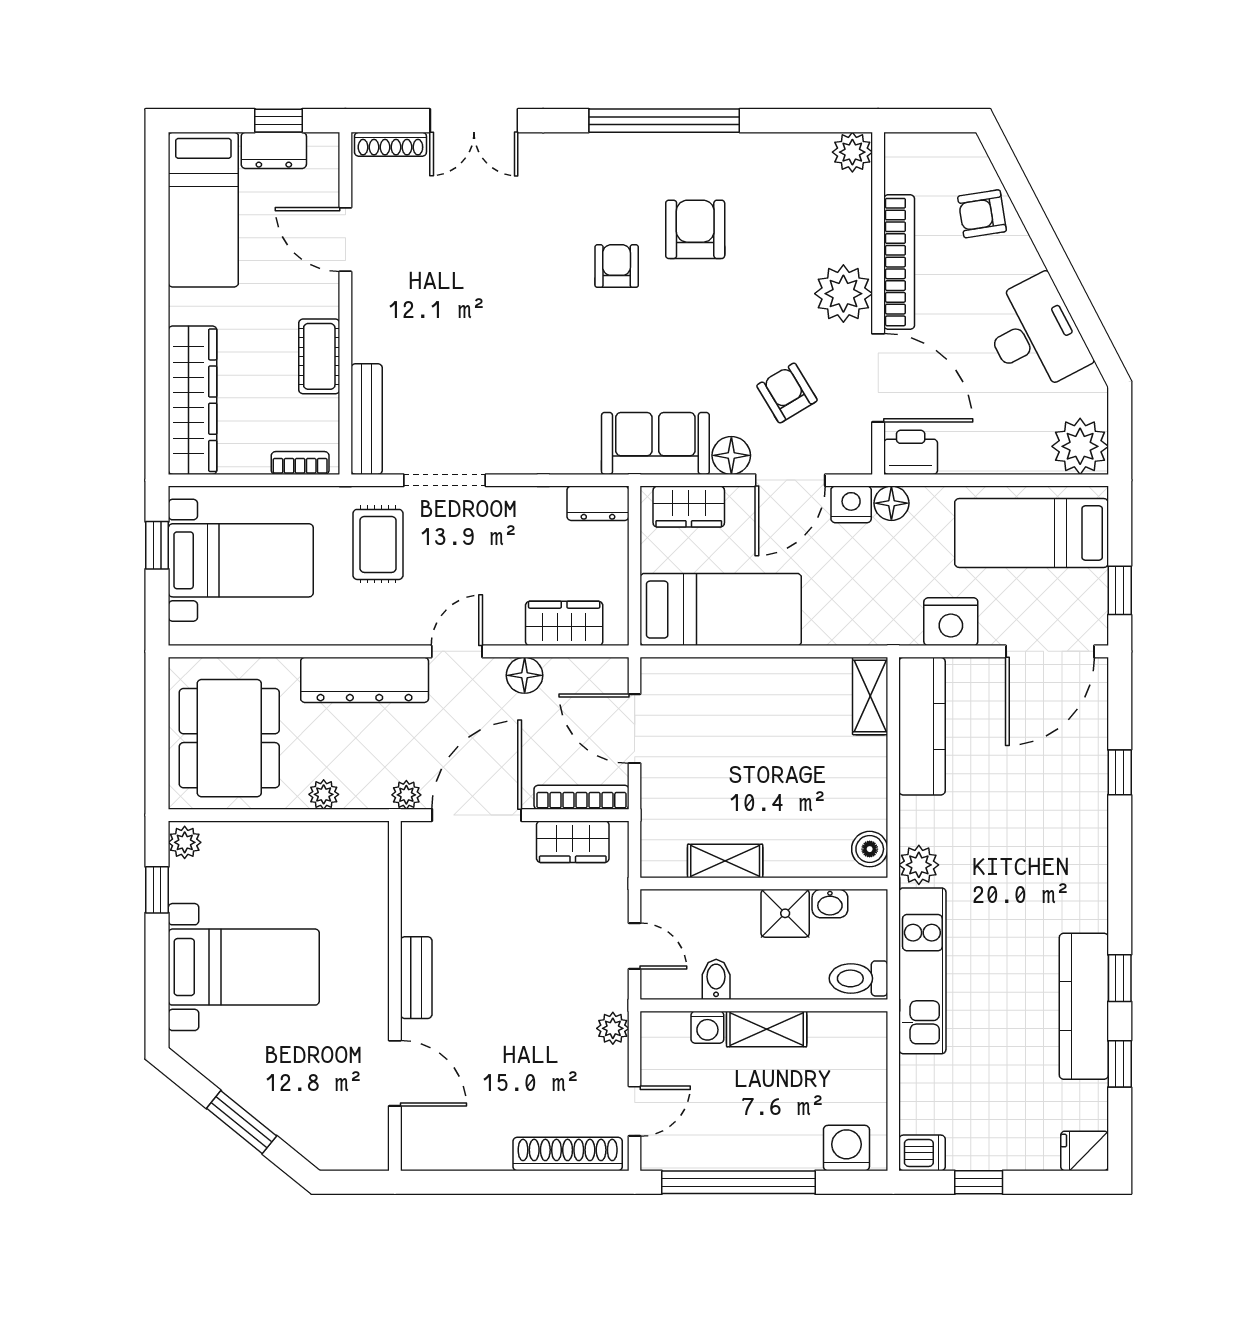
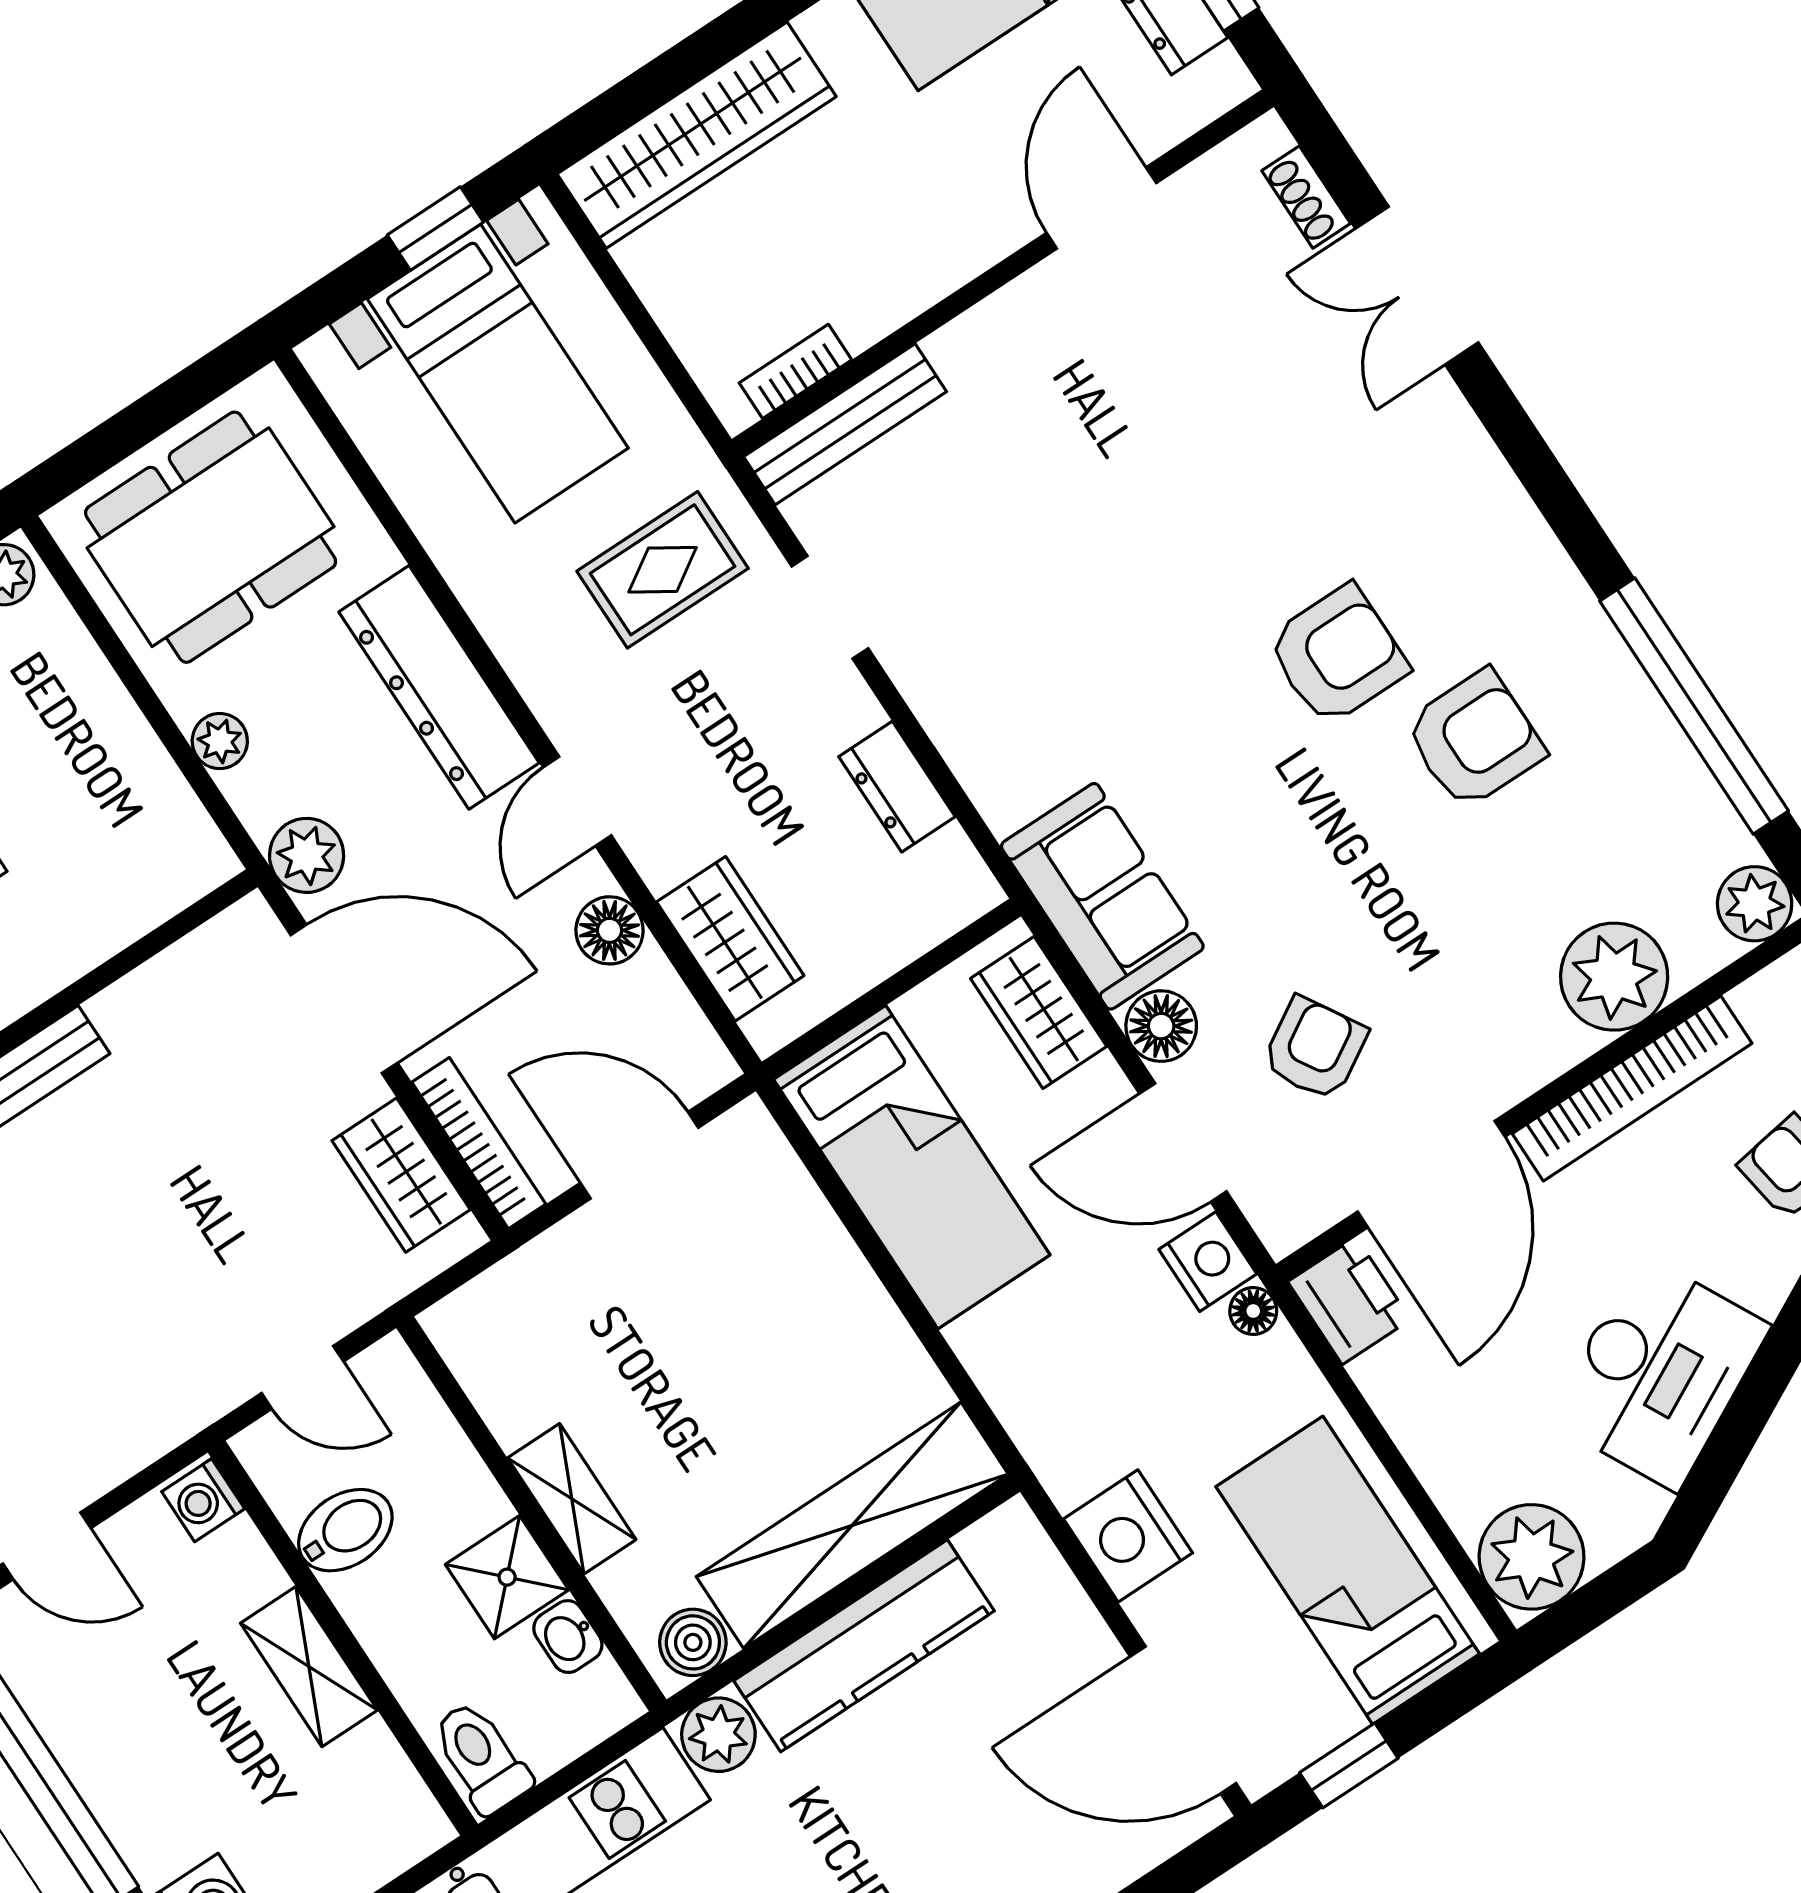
window: (664, 121) -> (1694, 706), moved
shoe rack: (390, 144) -> (1306, 197), width x0.70
armchair: (617, 266) -> (1337, 655), width x1.38, depth x1.38
plant: (843, 294) -> (1614, 977), moved
cot: (319, 356) -> (894, 287), removed
bookcase: (300, 463) -> (795, 371), moved, turned -90
doorway: (445, 480) -> (830, 607), width x0.73
dresser: (598, 503) -> (897, 787), moved
floor lamp: (891, 503) -> (1253, 1311), width x0.73, depth x0.73
door: (457, 651) -> (577, 801), swing flipped
shelving: (870, 696) -> (852, 1525), width x2.20, depth x1.33
kitchen counter: (922, 726) -> (864, 1646), moved
door: (635, 729) -> (639, 1155), hinge flipped
plant: (406, 795) -> (307, 855), width x1.38, depth x1.38
shelving: (725, 861) -> (572, 1499), moved
door: (635, 946) -> (303, 1377), hinge flipped
bidet: (716, 979) -> (345, 1530), width x1.38, depth x1.36
washing machine: (707, 1027) -> (203, 1500), moved
plant: (613, 1028) -> (153, 1428), removed

